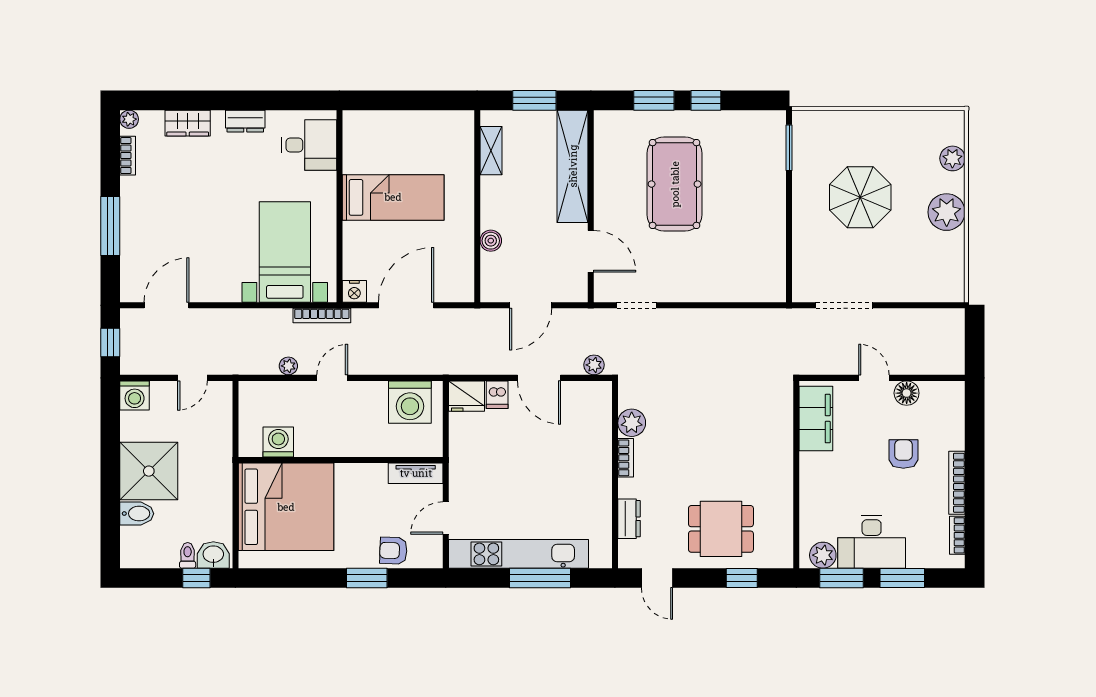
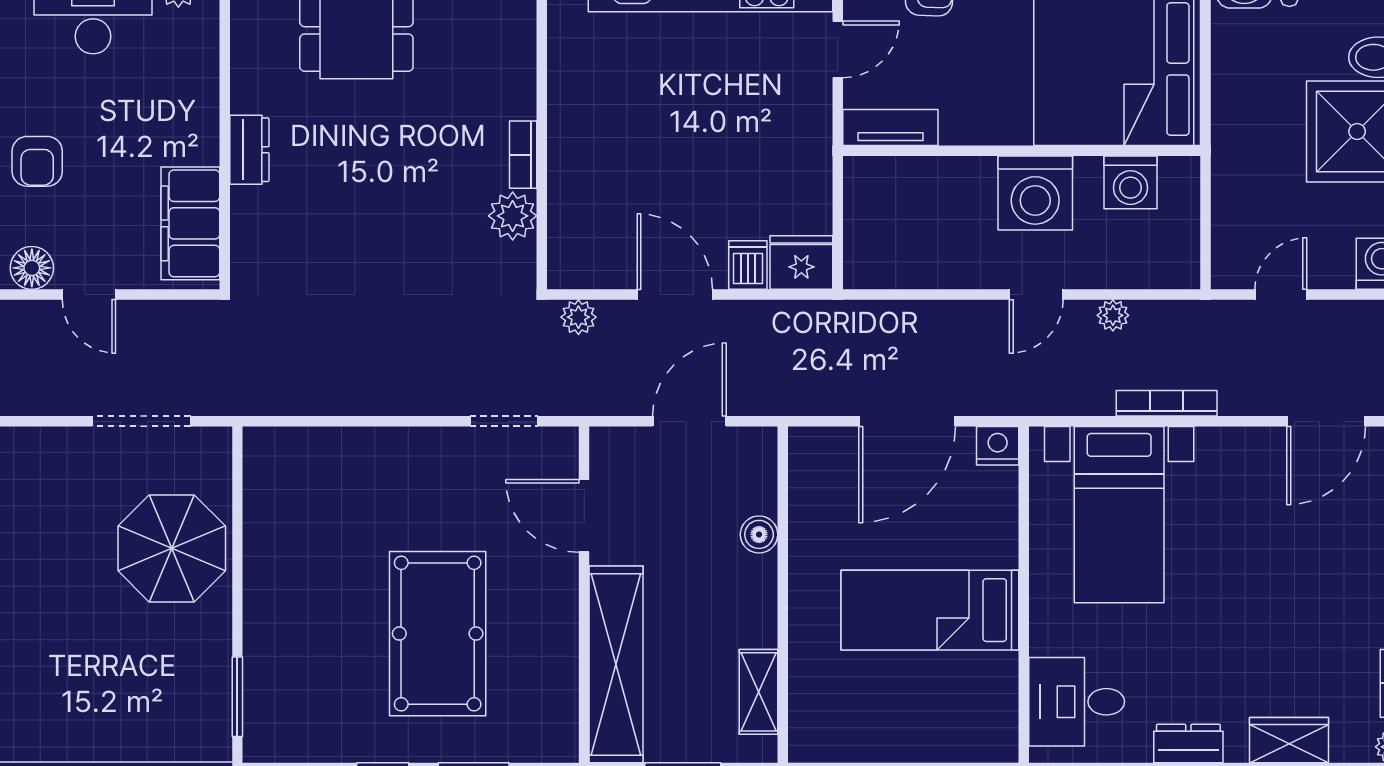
parasol: (860, 197) -> (172, 548), moved
bookcase: (322, 316) -> (1167, 403), moved
washing machine: (410, 402) -> (1035, 193), moved, turned 180
dresser: (629, 519) -> (249, 150), moved, turned 180

